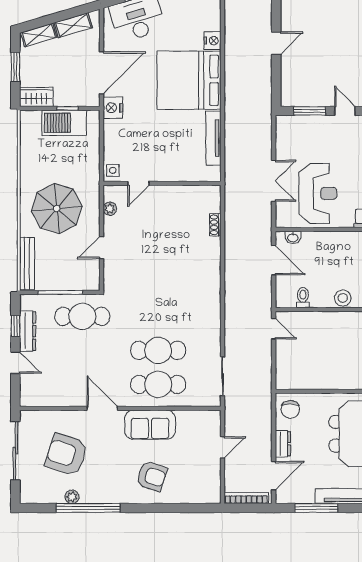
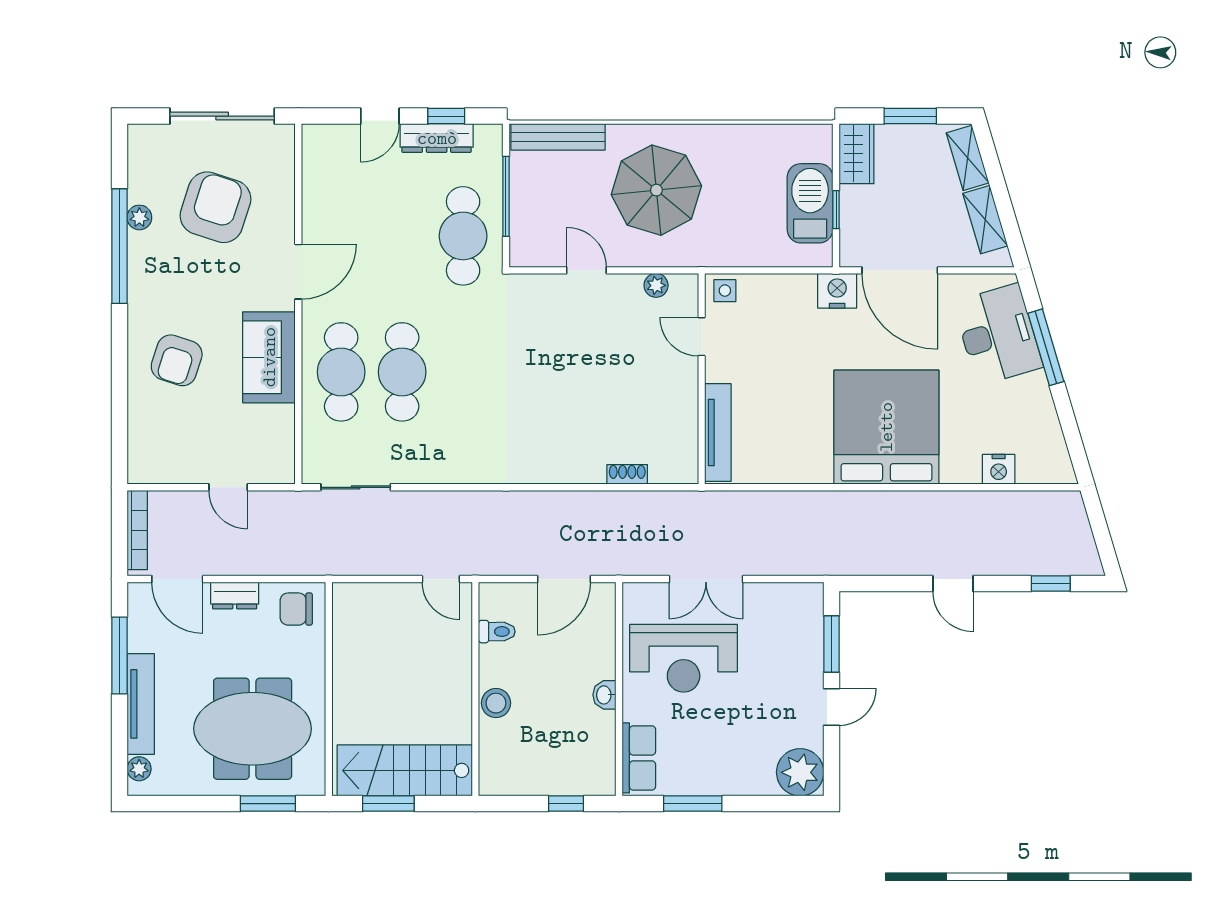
nightstand: (212, 41) -> (999, 469), moved
tv unit: (213, 138) -> (718, 432), moved, turned 90
washbasin: (293, 237) -> (604, 695), moved
door: (274, 329) -> (441, 579), hinge flipped

